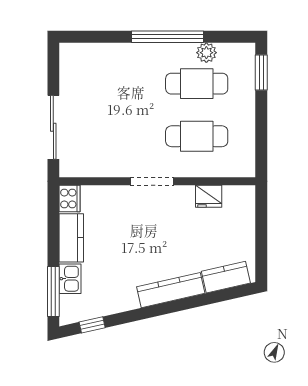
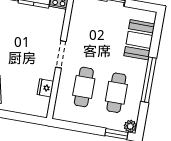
plant: (206, 53) -> (130, 126), moved
booth: (108, 62) -> (139, 40), added

